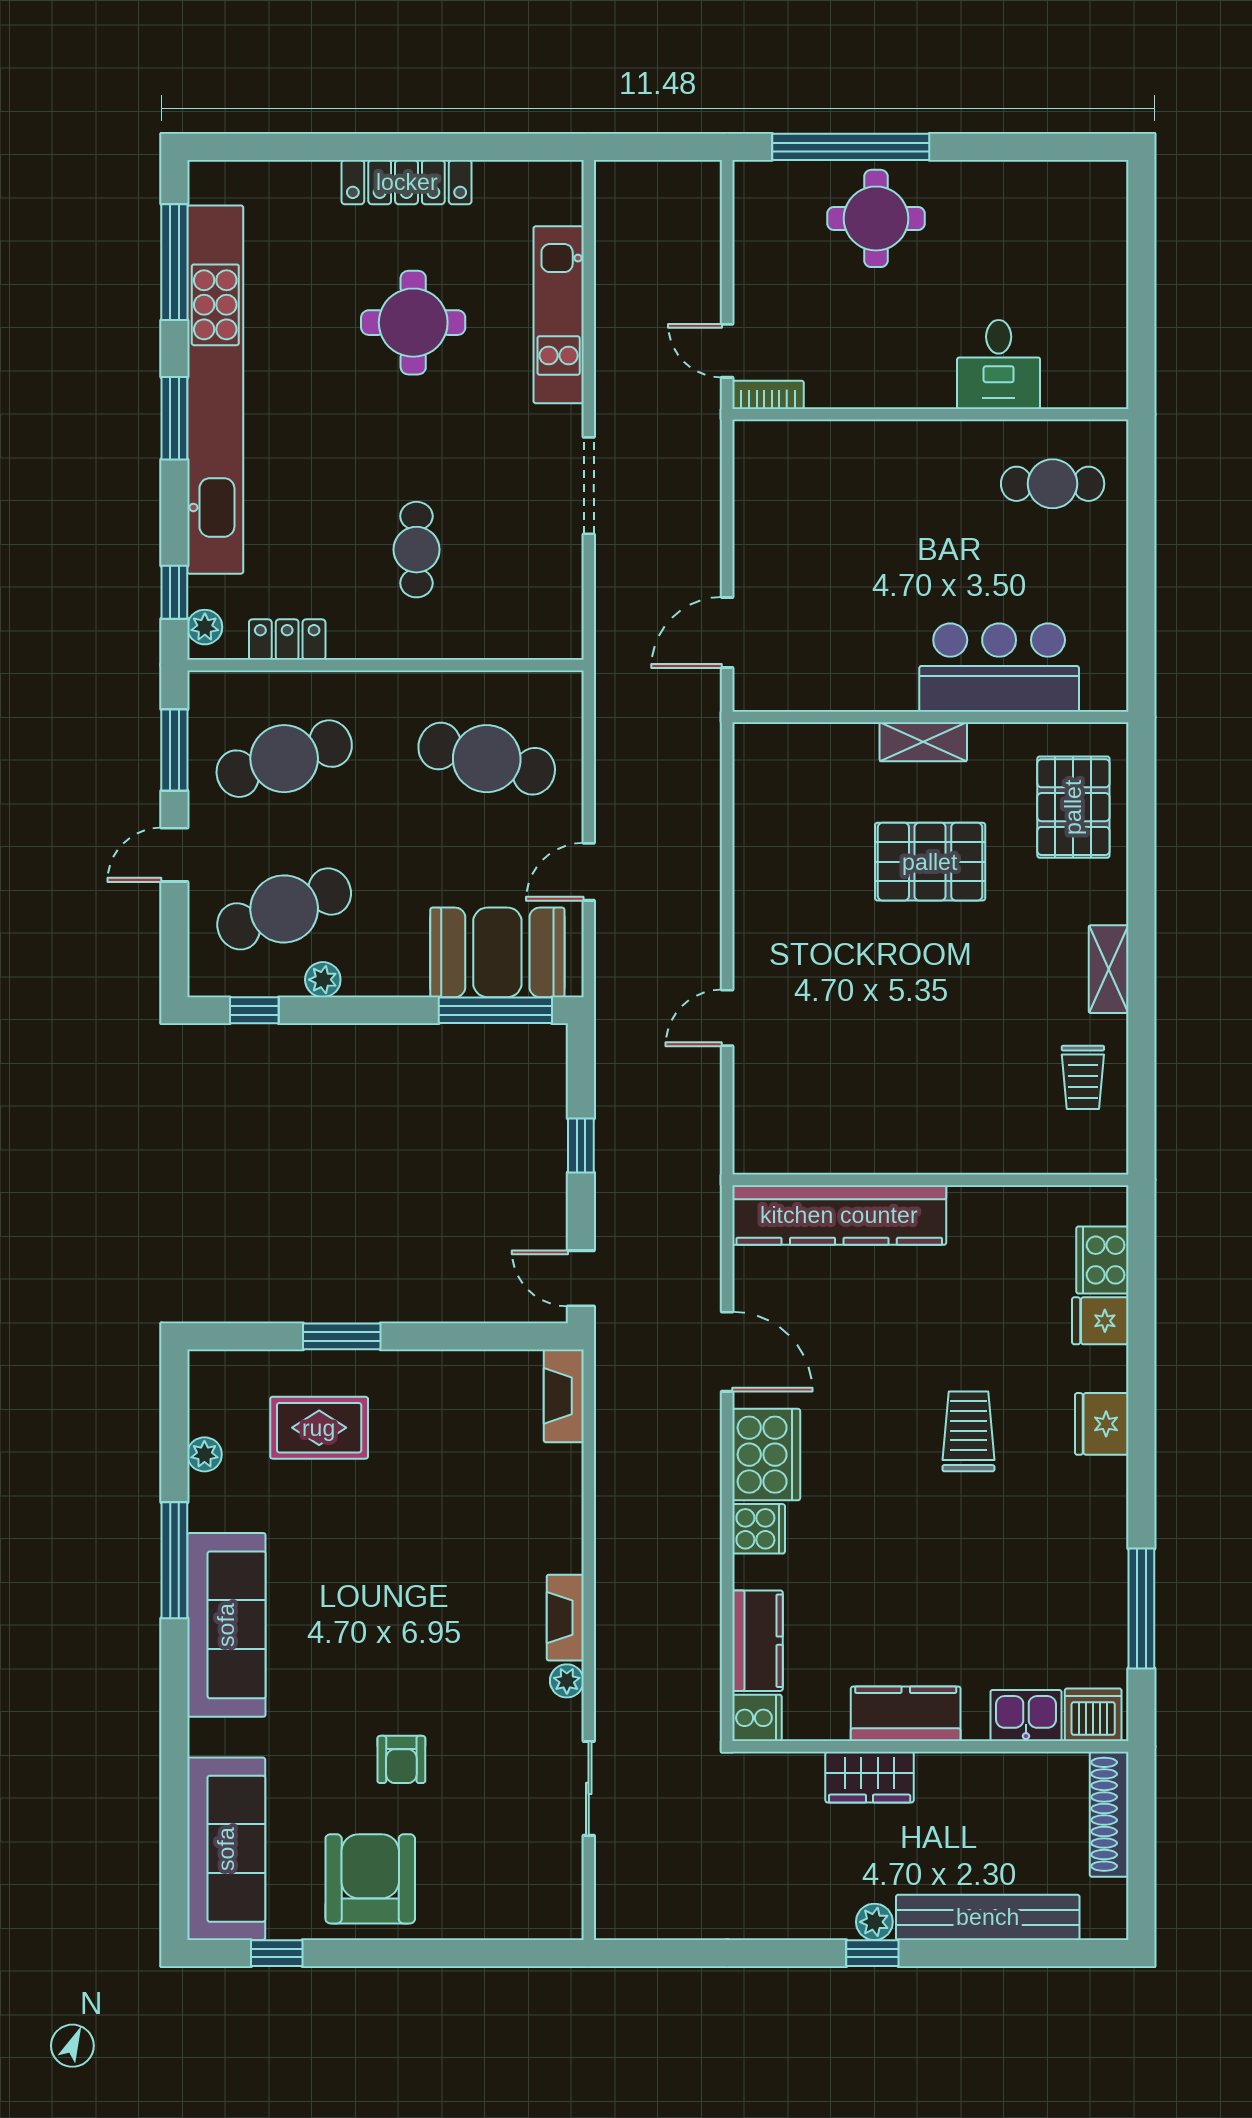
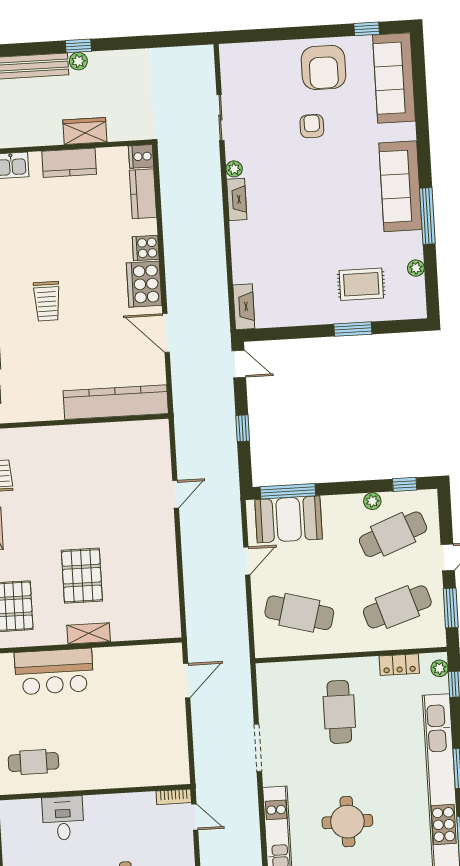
cafe table: (416, 550) -> (339, 712), width x1.37, depth x1.35
pallet: (930, 862) -> (82, 576), turned 90

